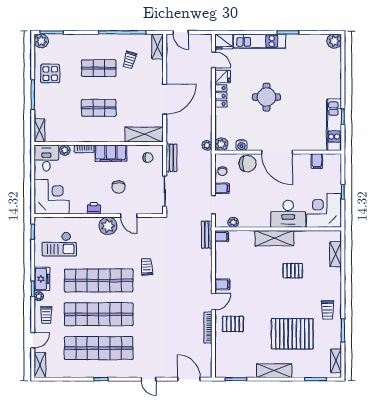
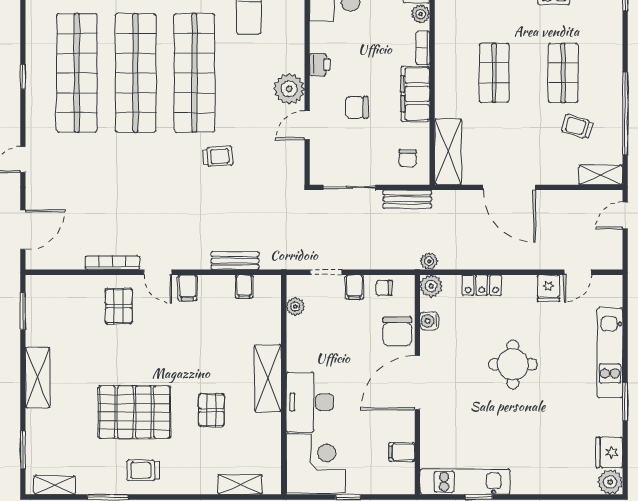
fridge: (224, 42) -> (609, 452), moved
locker: (221, 96) -> (482, 285), moved
bench: (207, 235) -> (235, 261), moved
filing cabinet: (222, 237) -> (244, 287), moved
pallet: (292, 334) -> (134, 412), moved, turned 90

